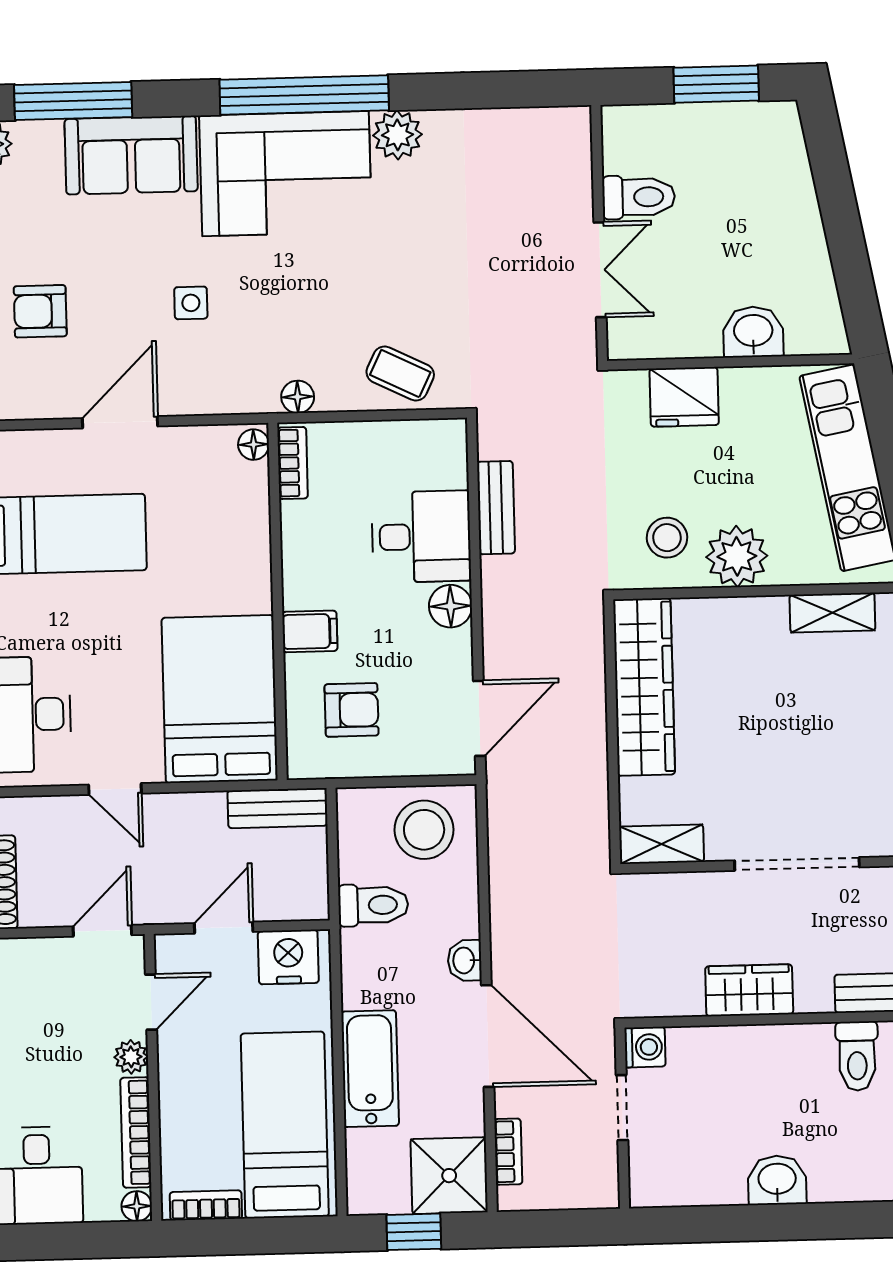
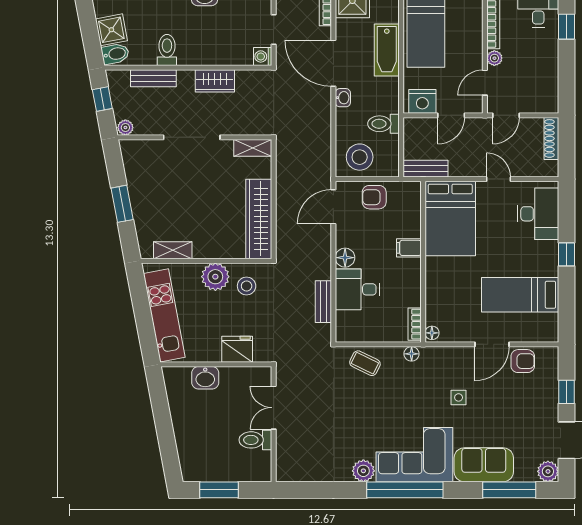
armchair: (40, 311) -> (523, 361), moved
armchair: (352, 710) -> (374, 197), moved

